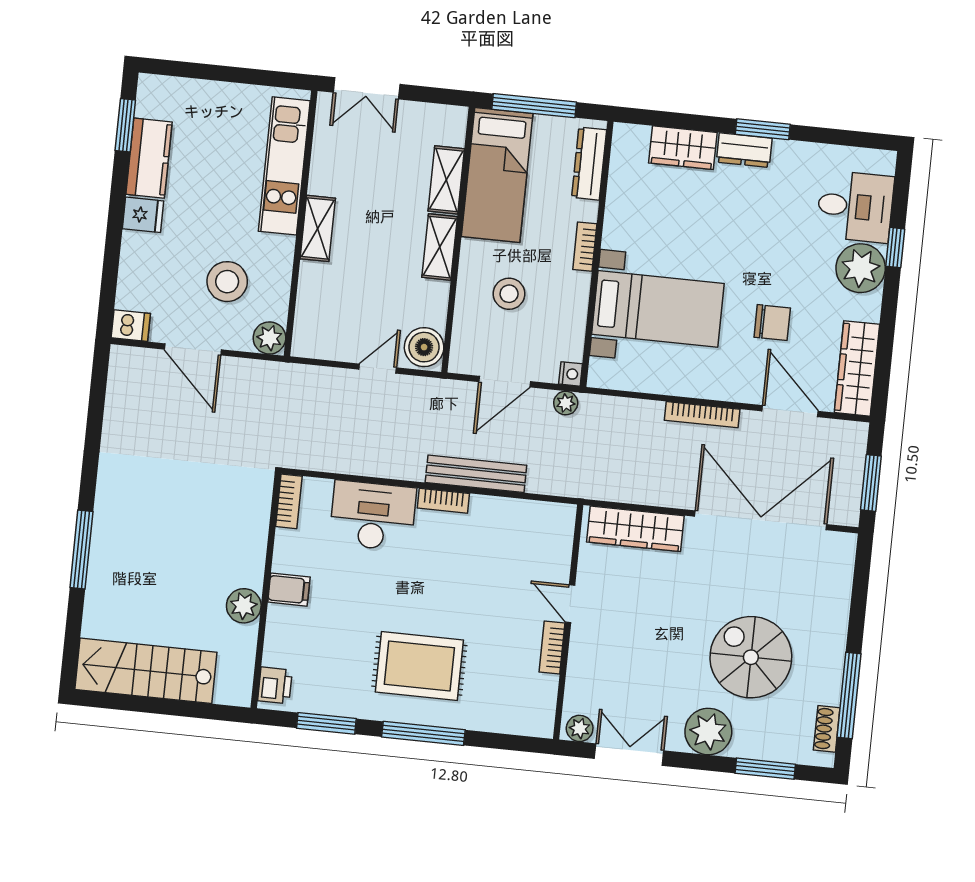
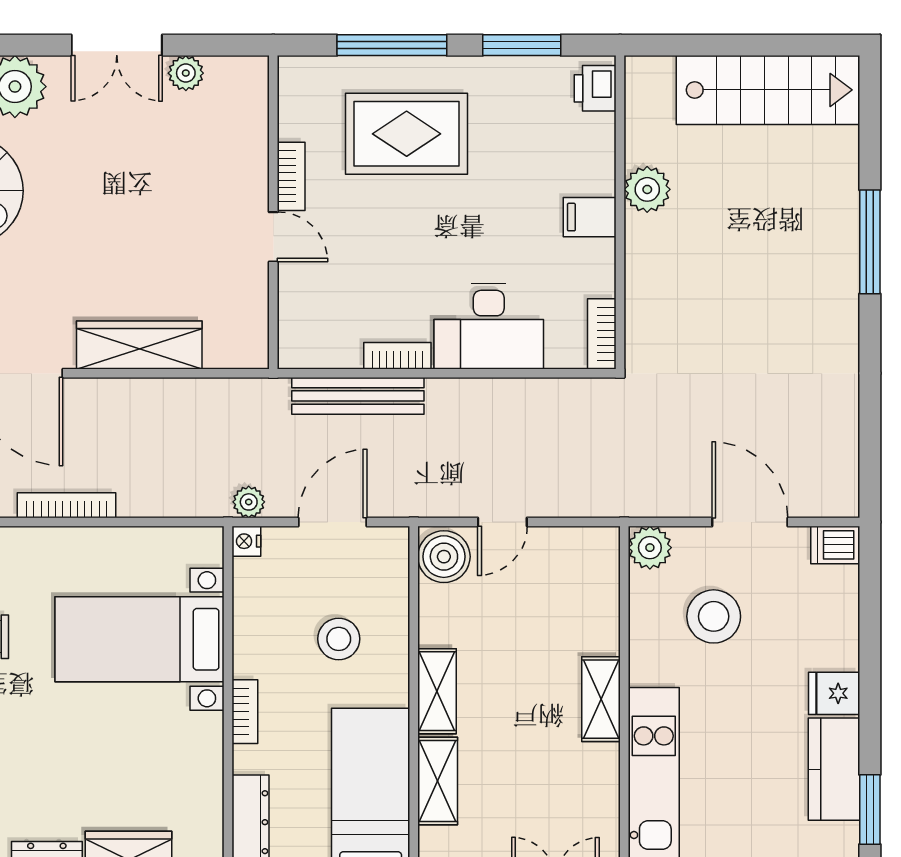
door: (570, 604) -> (273, 237), moved
wall: (568, 622) -> (273, 212), moved
bookcase: (552, 648) -> (291, 176), moved

